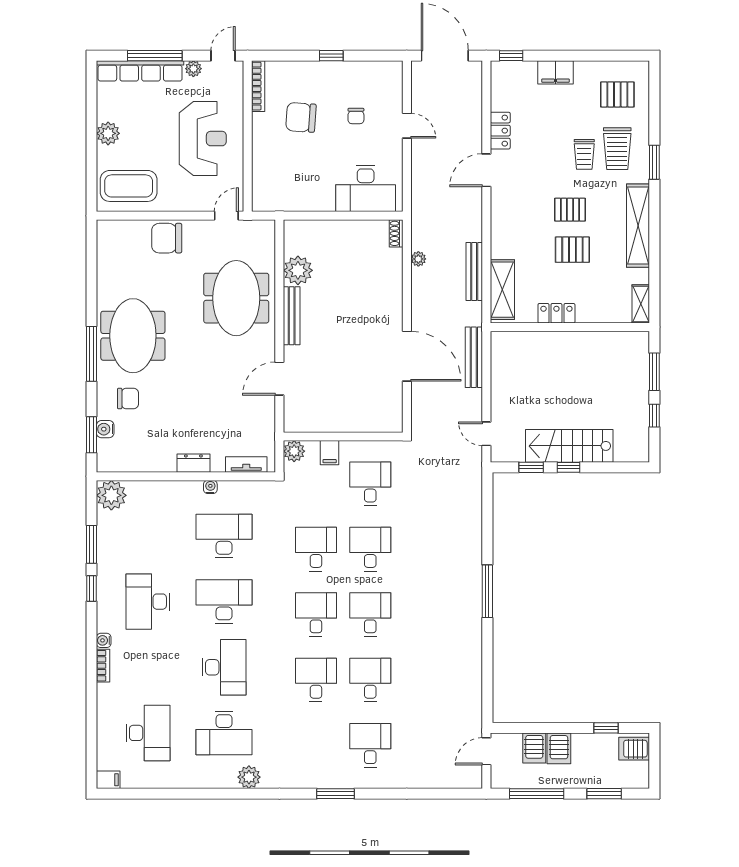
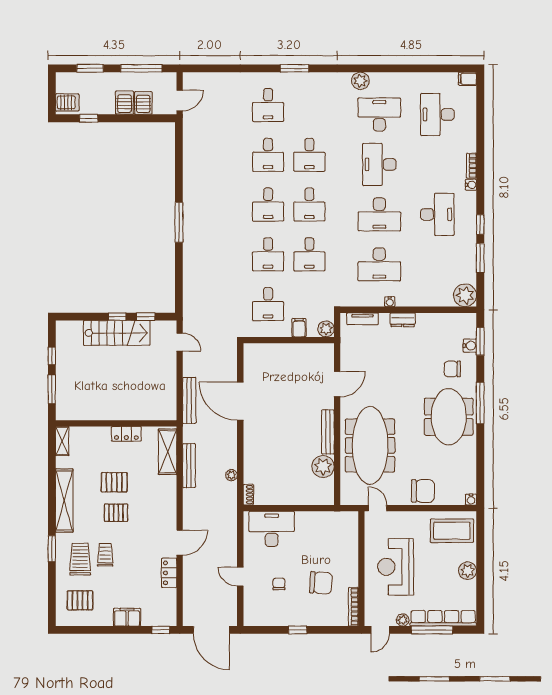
door: (226, 216) -> (378, 508), swing flipped
water cooler: (104, 227) -> (471, 500), added
meeting table: (236, 298) -> (370, 445), width x1.36

